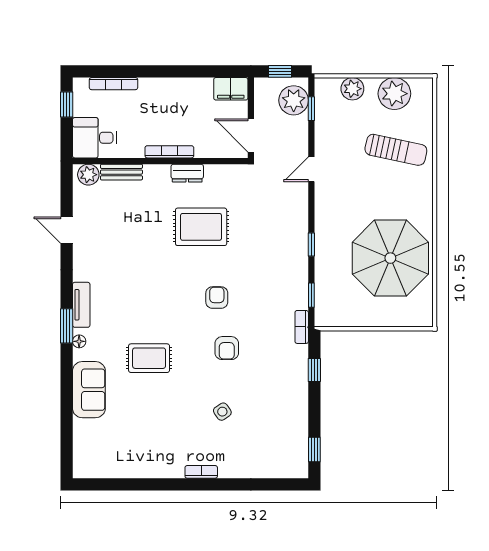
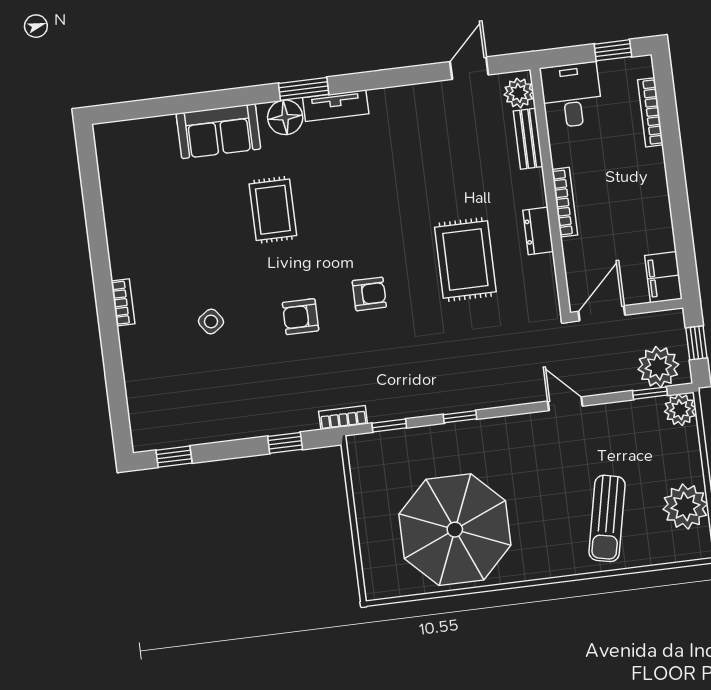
plant: (352, 89) -> (680, 410), moved
door: (67, 230) -> (469, 68), moved
floor lamp: (79, 341) -> (285, 117), width x1.89, depth x1.89

